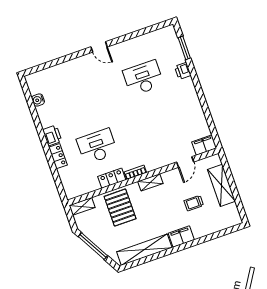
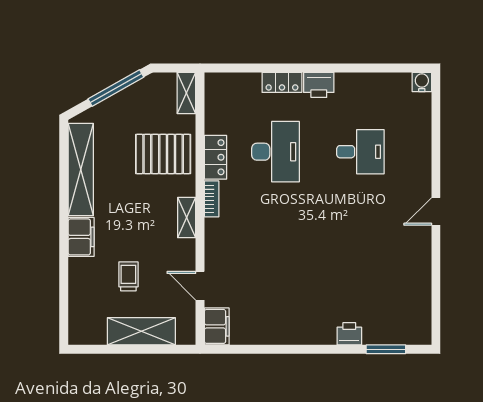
desk: (143, 78) -> (360, 152), moved, width x0.73
water cooler: (38, 100) -> (422, 82), moved

